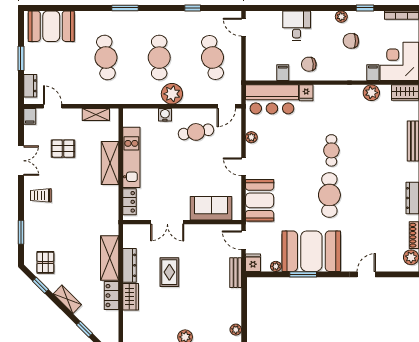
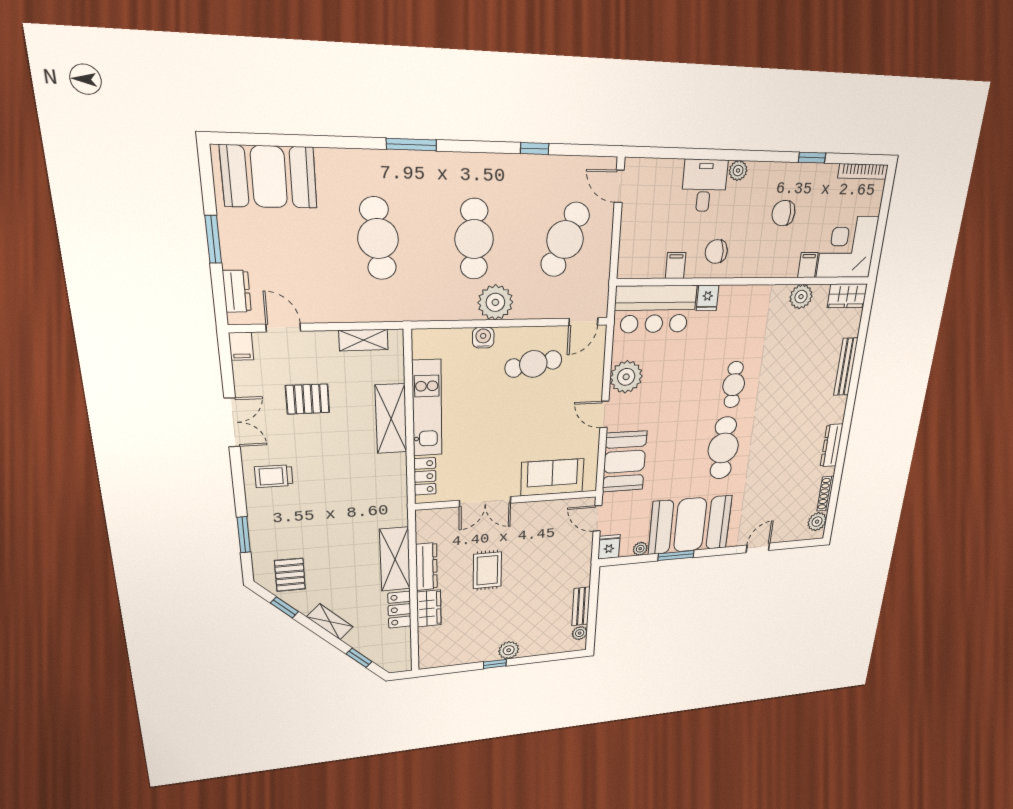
plant: (341, 17) -> (738, 171), moved
cafe table: (212, 58) -> (565, 240), turned 36
plant: (251, 137) -> (626, 377), width x1.87, depth x1.87
bench: (236, 273) -> (581, 606), moved

